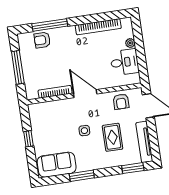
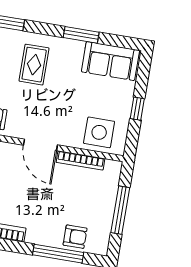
side table: (84, 131) -> (99, 132), moved, width x1.87, depth x1.87
rug: (112, 137) -> (34, 65), moved

